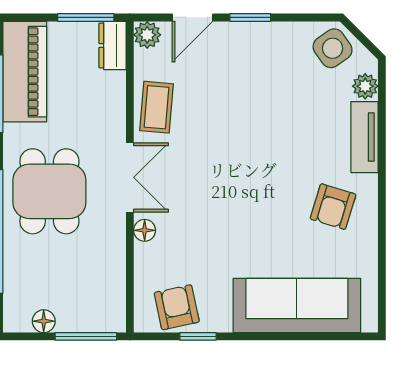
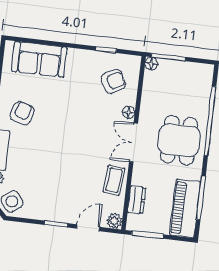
dresser: (112, 45) -> (137, 200), moved
sofa: (297, 306) -> (39, 59), width x0.73
armchair: (177, 307) -> (113, 81), moved, turned -105
floor lamp: (44, 321) -> (151, 64), moved

